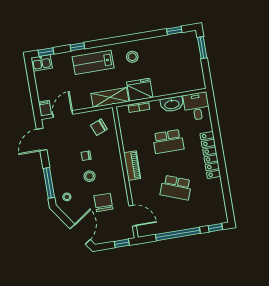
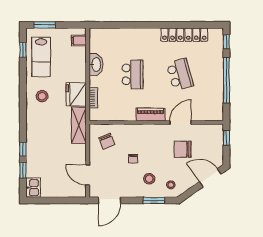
window: (46, 52) -> (23, 170), moved
lab bench: (93, 62) -> (41, 57), moved
desk: (197, 106) -> (102, 40), removed
filing cabinet: (45, 108) -> (79, 40), moved
door: (42, 140) -> (109, 200), hinge flipped
locker: (210, 155) -> (184, 35), moved
stool: (90, 176) -> (149, 179), moved
window: (49, 183) -> (154, 200), width x0.69
school desk: (176, 188) -> (180, 74), turned -36
door: (133, 216) -> (181, 122), moved

